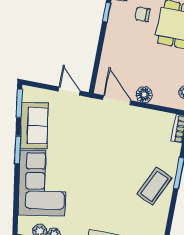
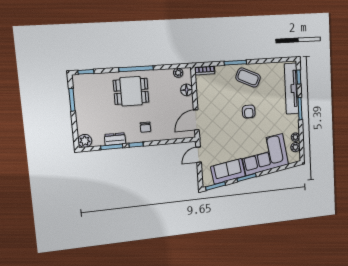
chair: (143, 14) -> (145, 127), moved
floor lamp: (144, 95) -> (187, 90), moved
armchair: (108, 175) -> (249, 112), added

